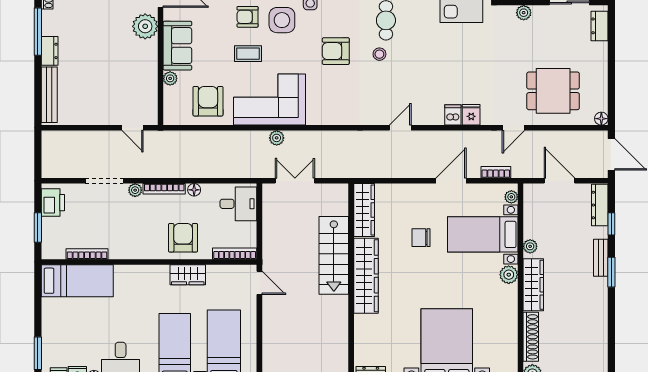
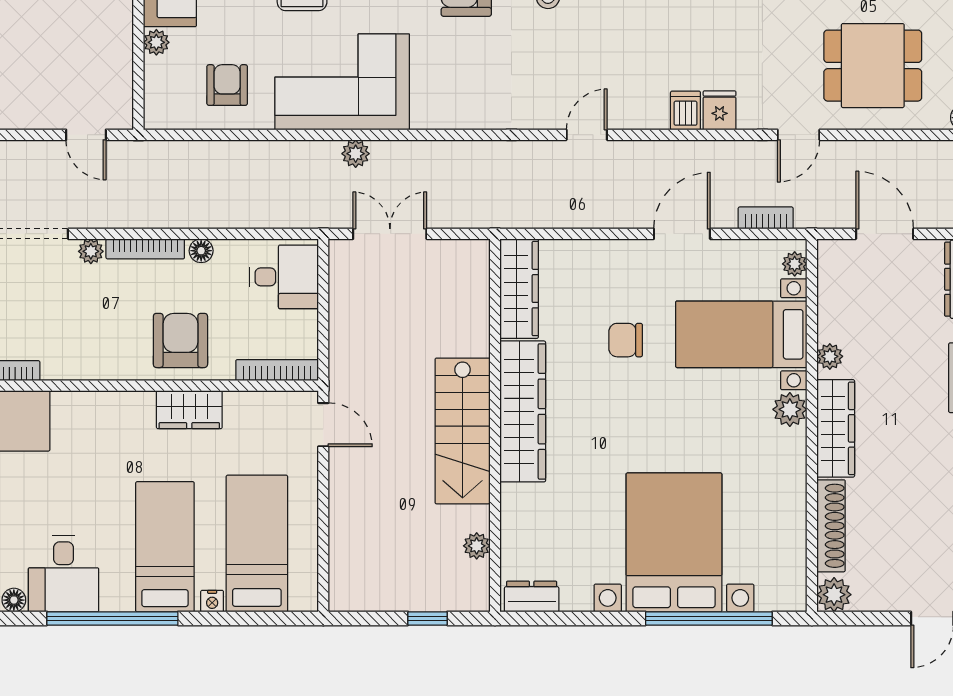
armchair: (208, 101) -> (227, 85), width x0.72, depth x0.72
stairs: (334, 255) -> (463, 431), moved
plant: (341, 348) -> (477, 546), added

